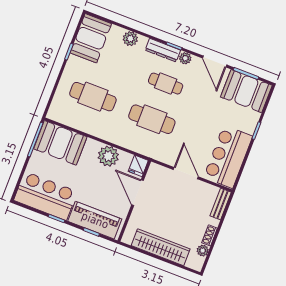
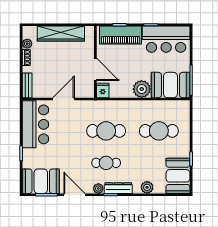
plant: (108, 156) -> (142, 89), moved
door: (186, 173) -> (63, 99), swing flipped

